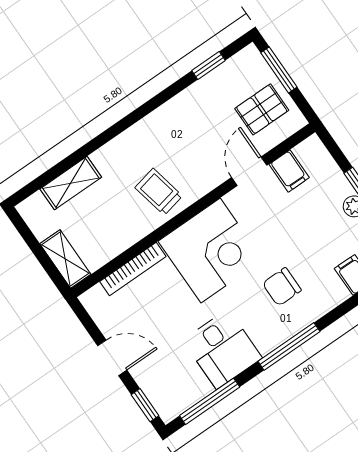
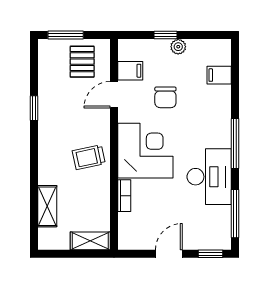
window: (209, 66) -> (34, 108), moved
door: (249, 171) -> (114, 95), hinge flipped
bookcase: (133, 269) -> (124, 196), width x0.64
chair: (282, 287) -> (165, 97), moved
desk: (222, 349) -> (209, 177), width x1.37

